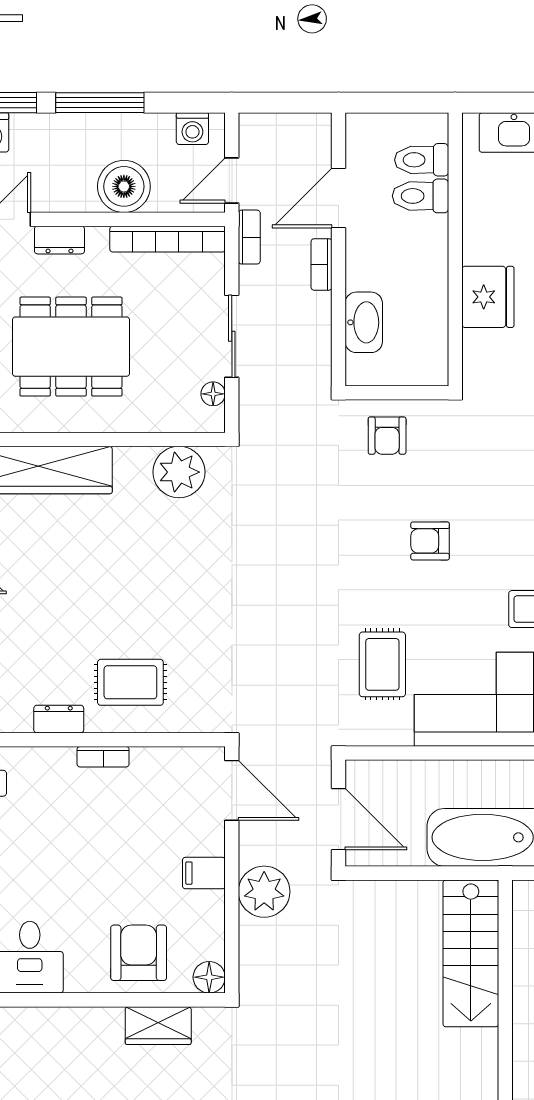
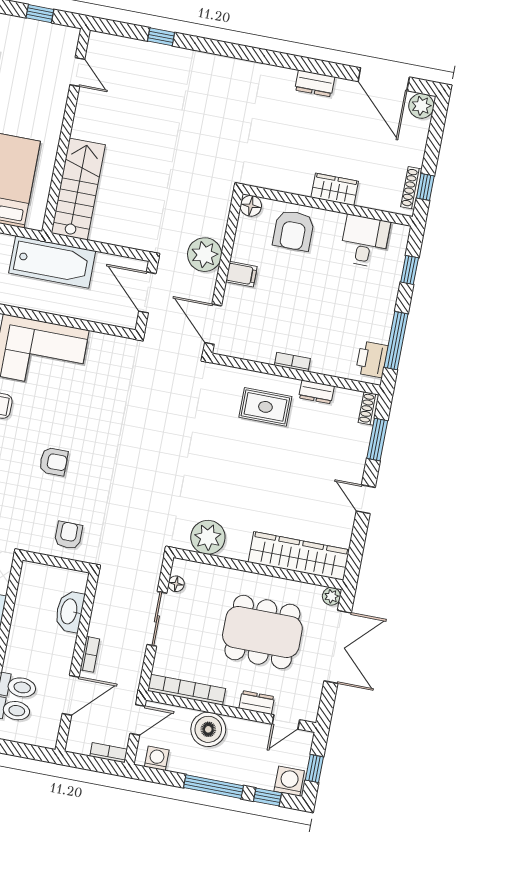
bookcase: (249, 237) -> (109, 753), moved, turned 90
rug: (382, 664) -> (100, 387), removed
wardrobe: (158, 1026) -> (335, 189), moved

